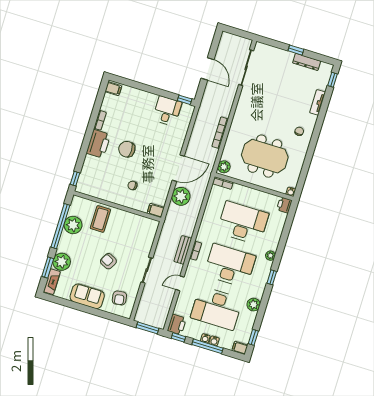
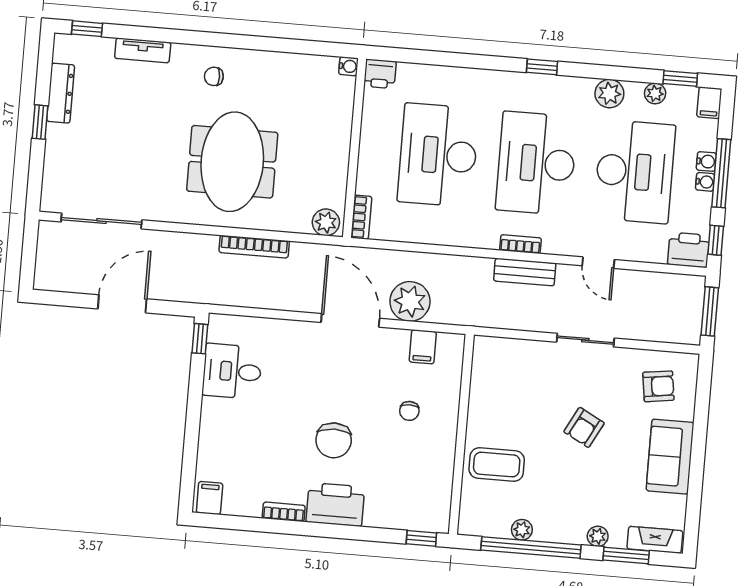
meeting table: (265, 156) -> (232, 162), moved
filing cabinet: (156, 210) -> (423, 347), moved
plant: (73, 225) -> (522, 530), width x0.53, depth x0.53
plant: (270, 256) -> (655, 93), moved
plant: (62, 262) -> (598, 536), width x0.53, depth x0.53

